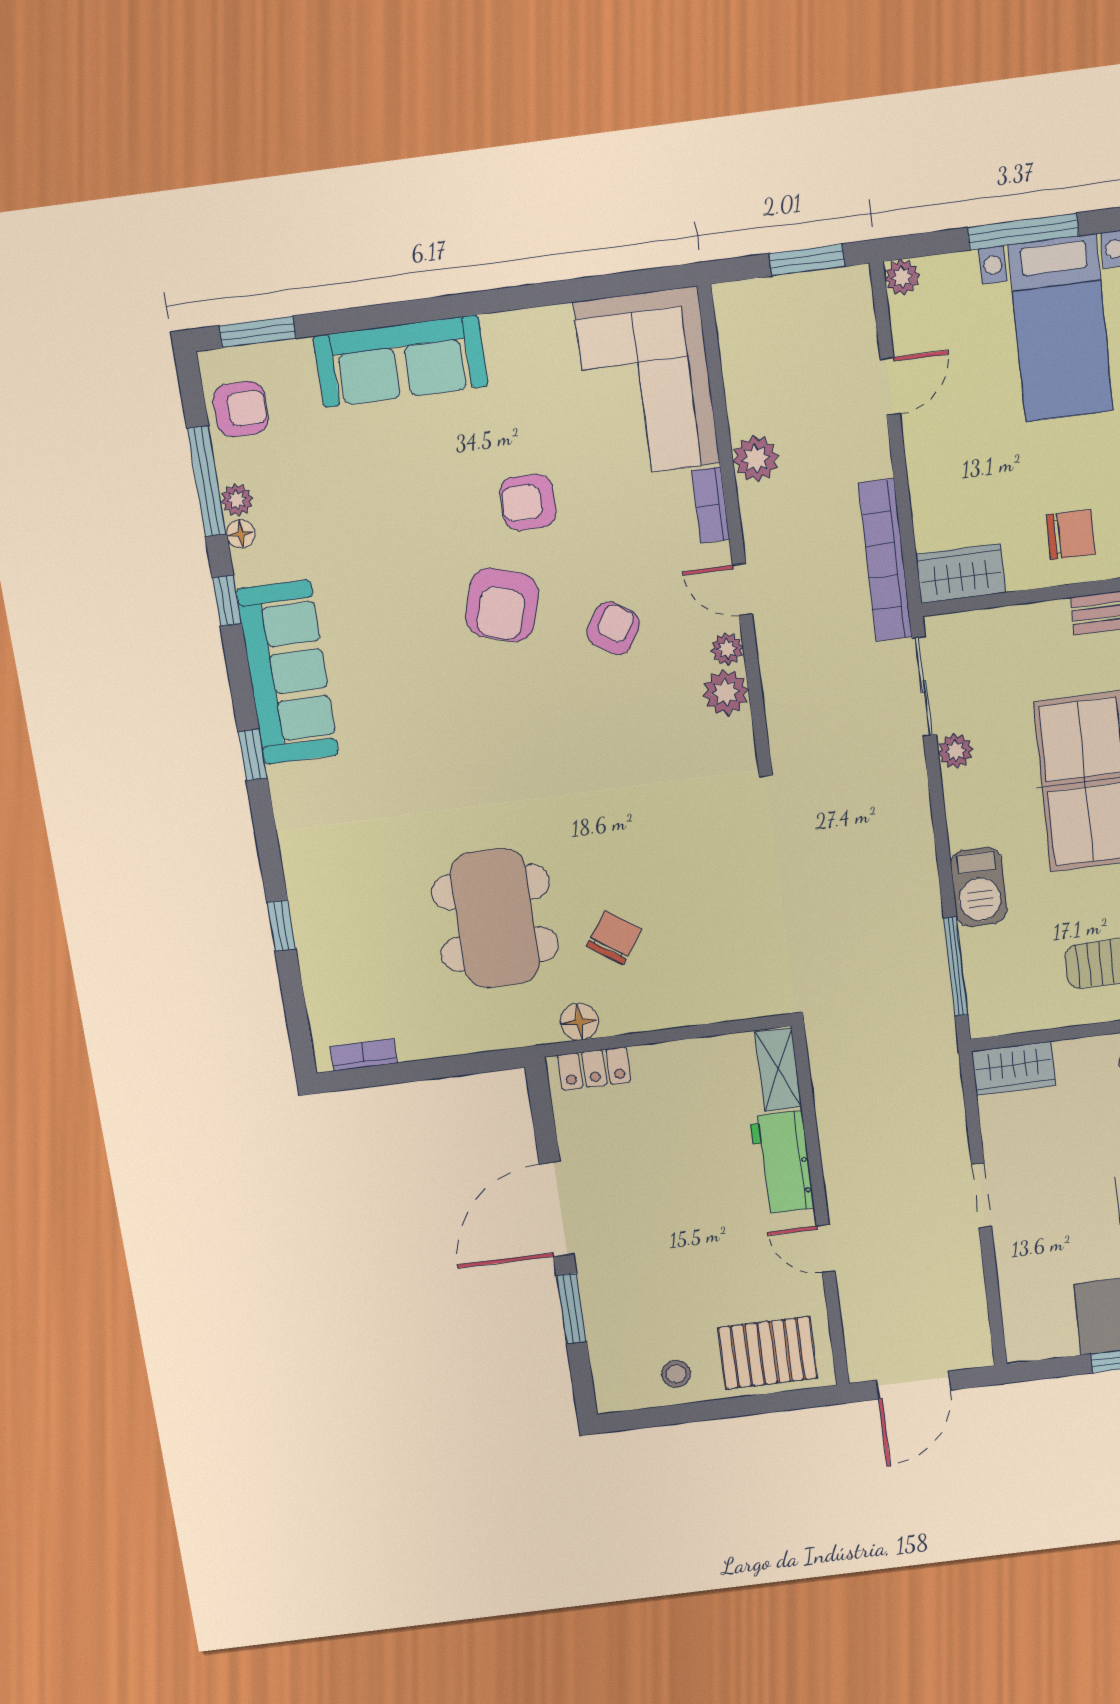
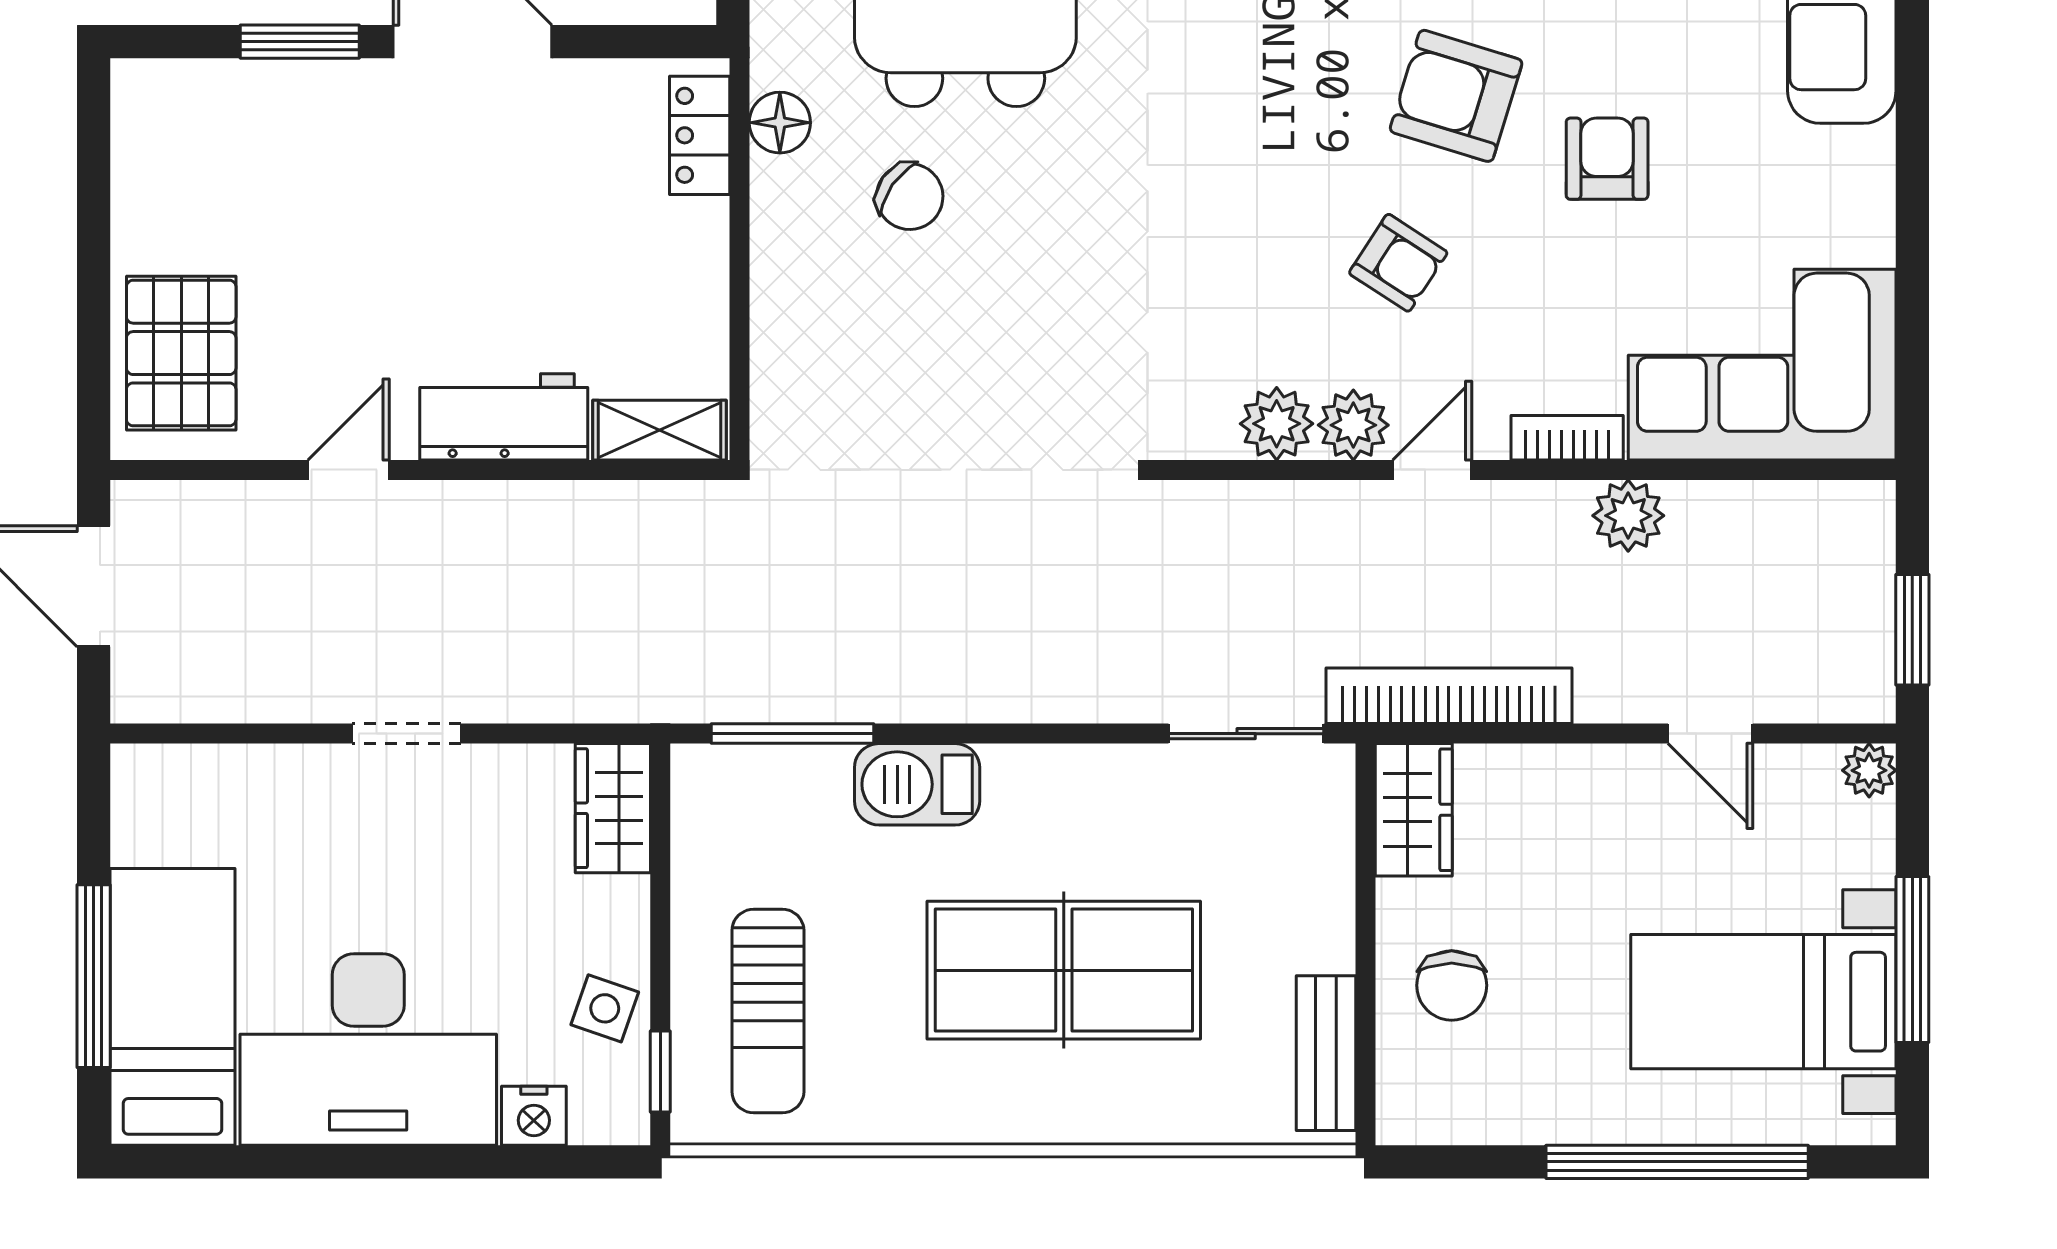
plant: (727, 649) -> (1353, 425), width x1.38, depth x1.38
plant: (955, 751) -> (1139, 771), removed
stool: (676, 1374) -> (164, 198), removed

